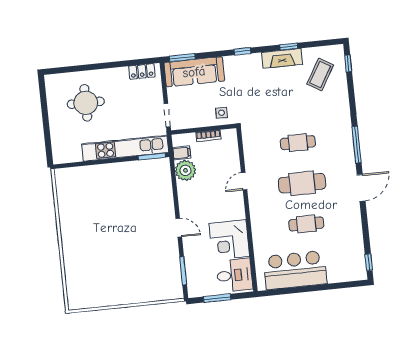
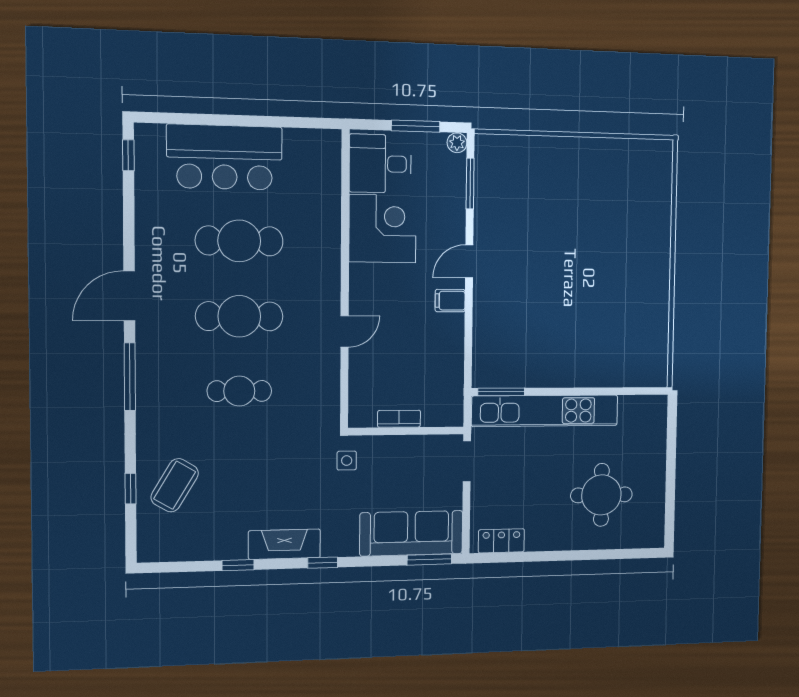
fireplace: (282, 58) -> (284, 544), moved
window: (348, 63) -> (131, 489), moved
coffee table: (320, 74) -> (175, 485), moved
side table: (221, 113) -> (347, 461), moved
filing cabinet: (182, 153) -> (450, 301), moved
plant: (185, 170) -> (457, 143), moved, width x0.53, depth x0.53
cafe table: (306, 224) -> (239, 241), width x1.37, depth x1.35
door: (179, 228) -> (469, 261), hinge flipped
bar counter: (295, 270) -> (225, 157), moved

